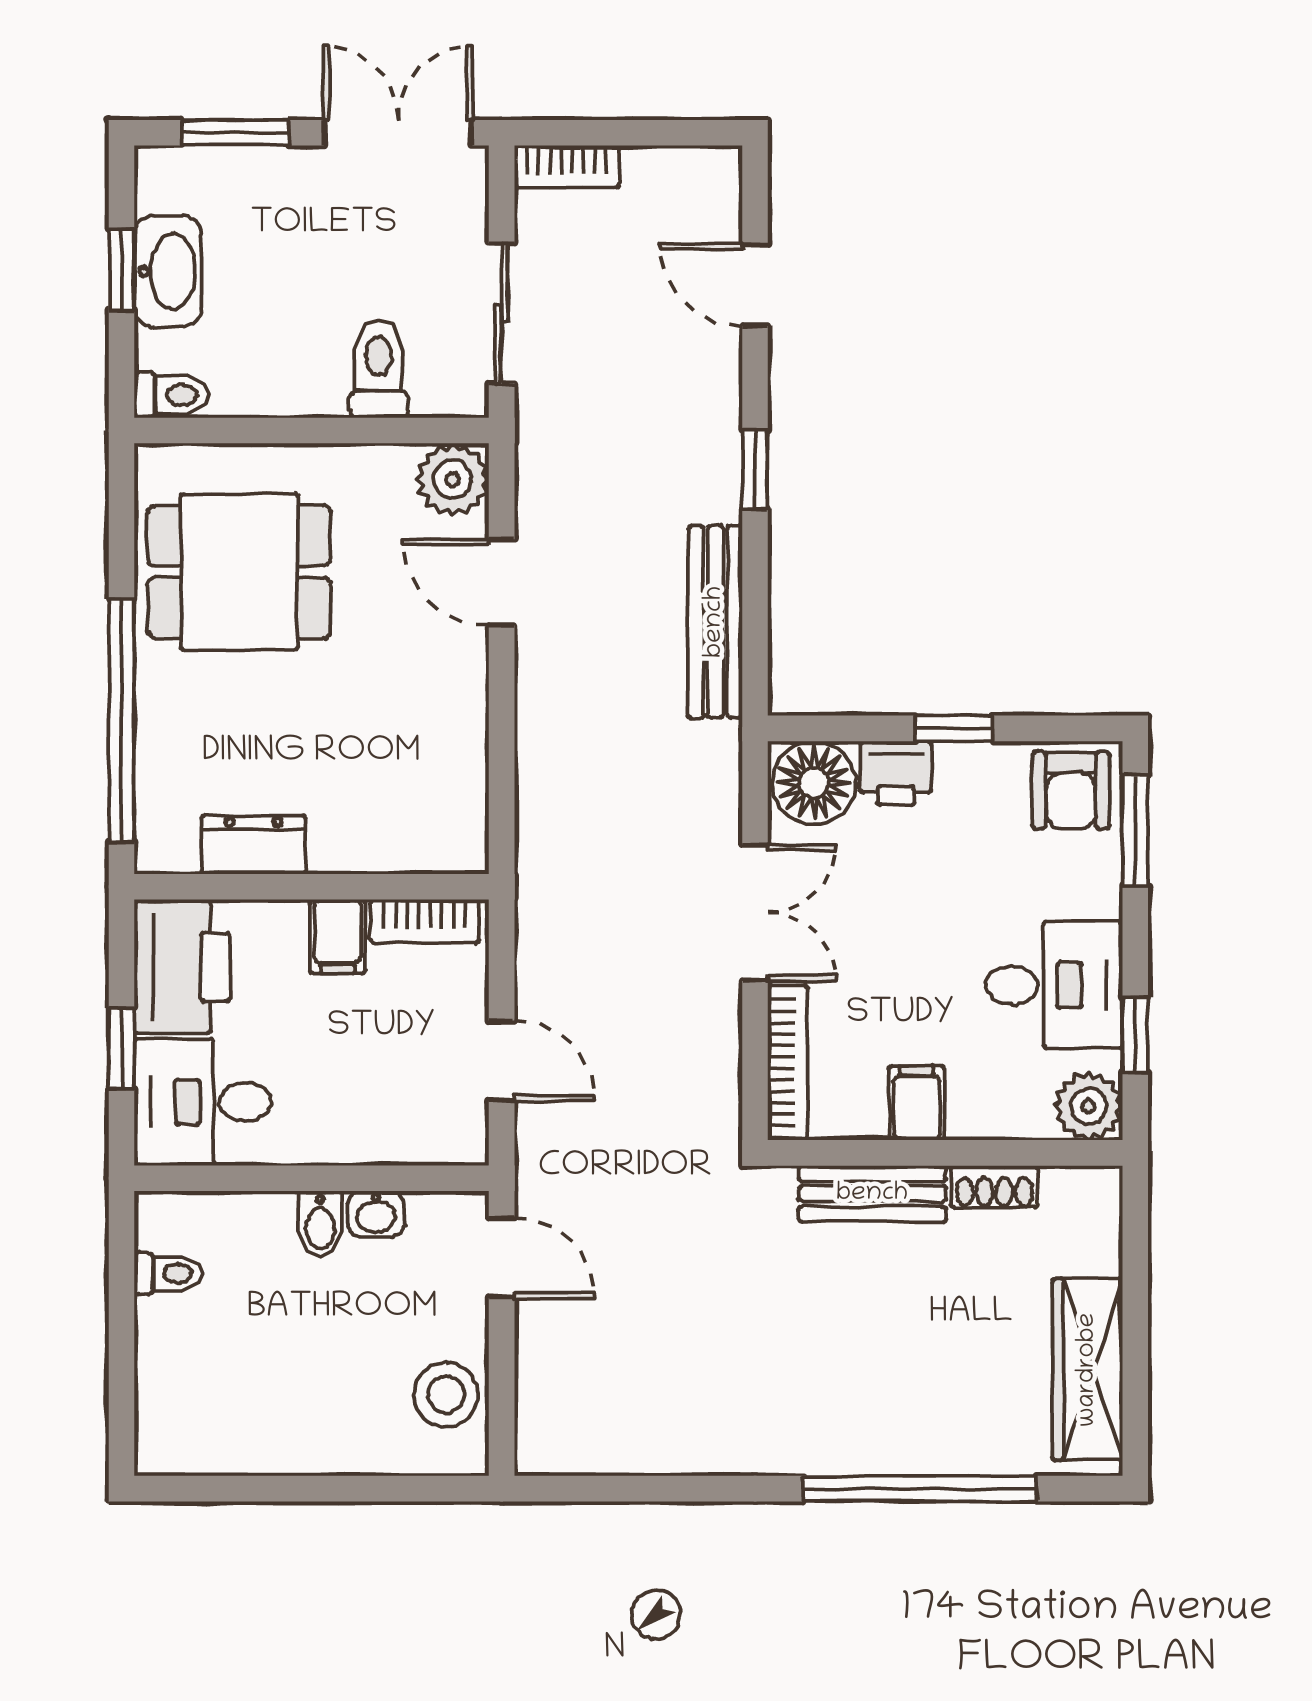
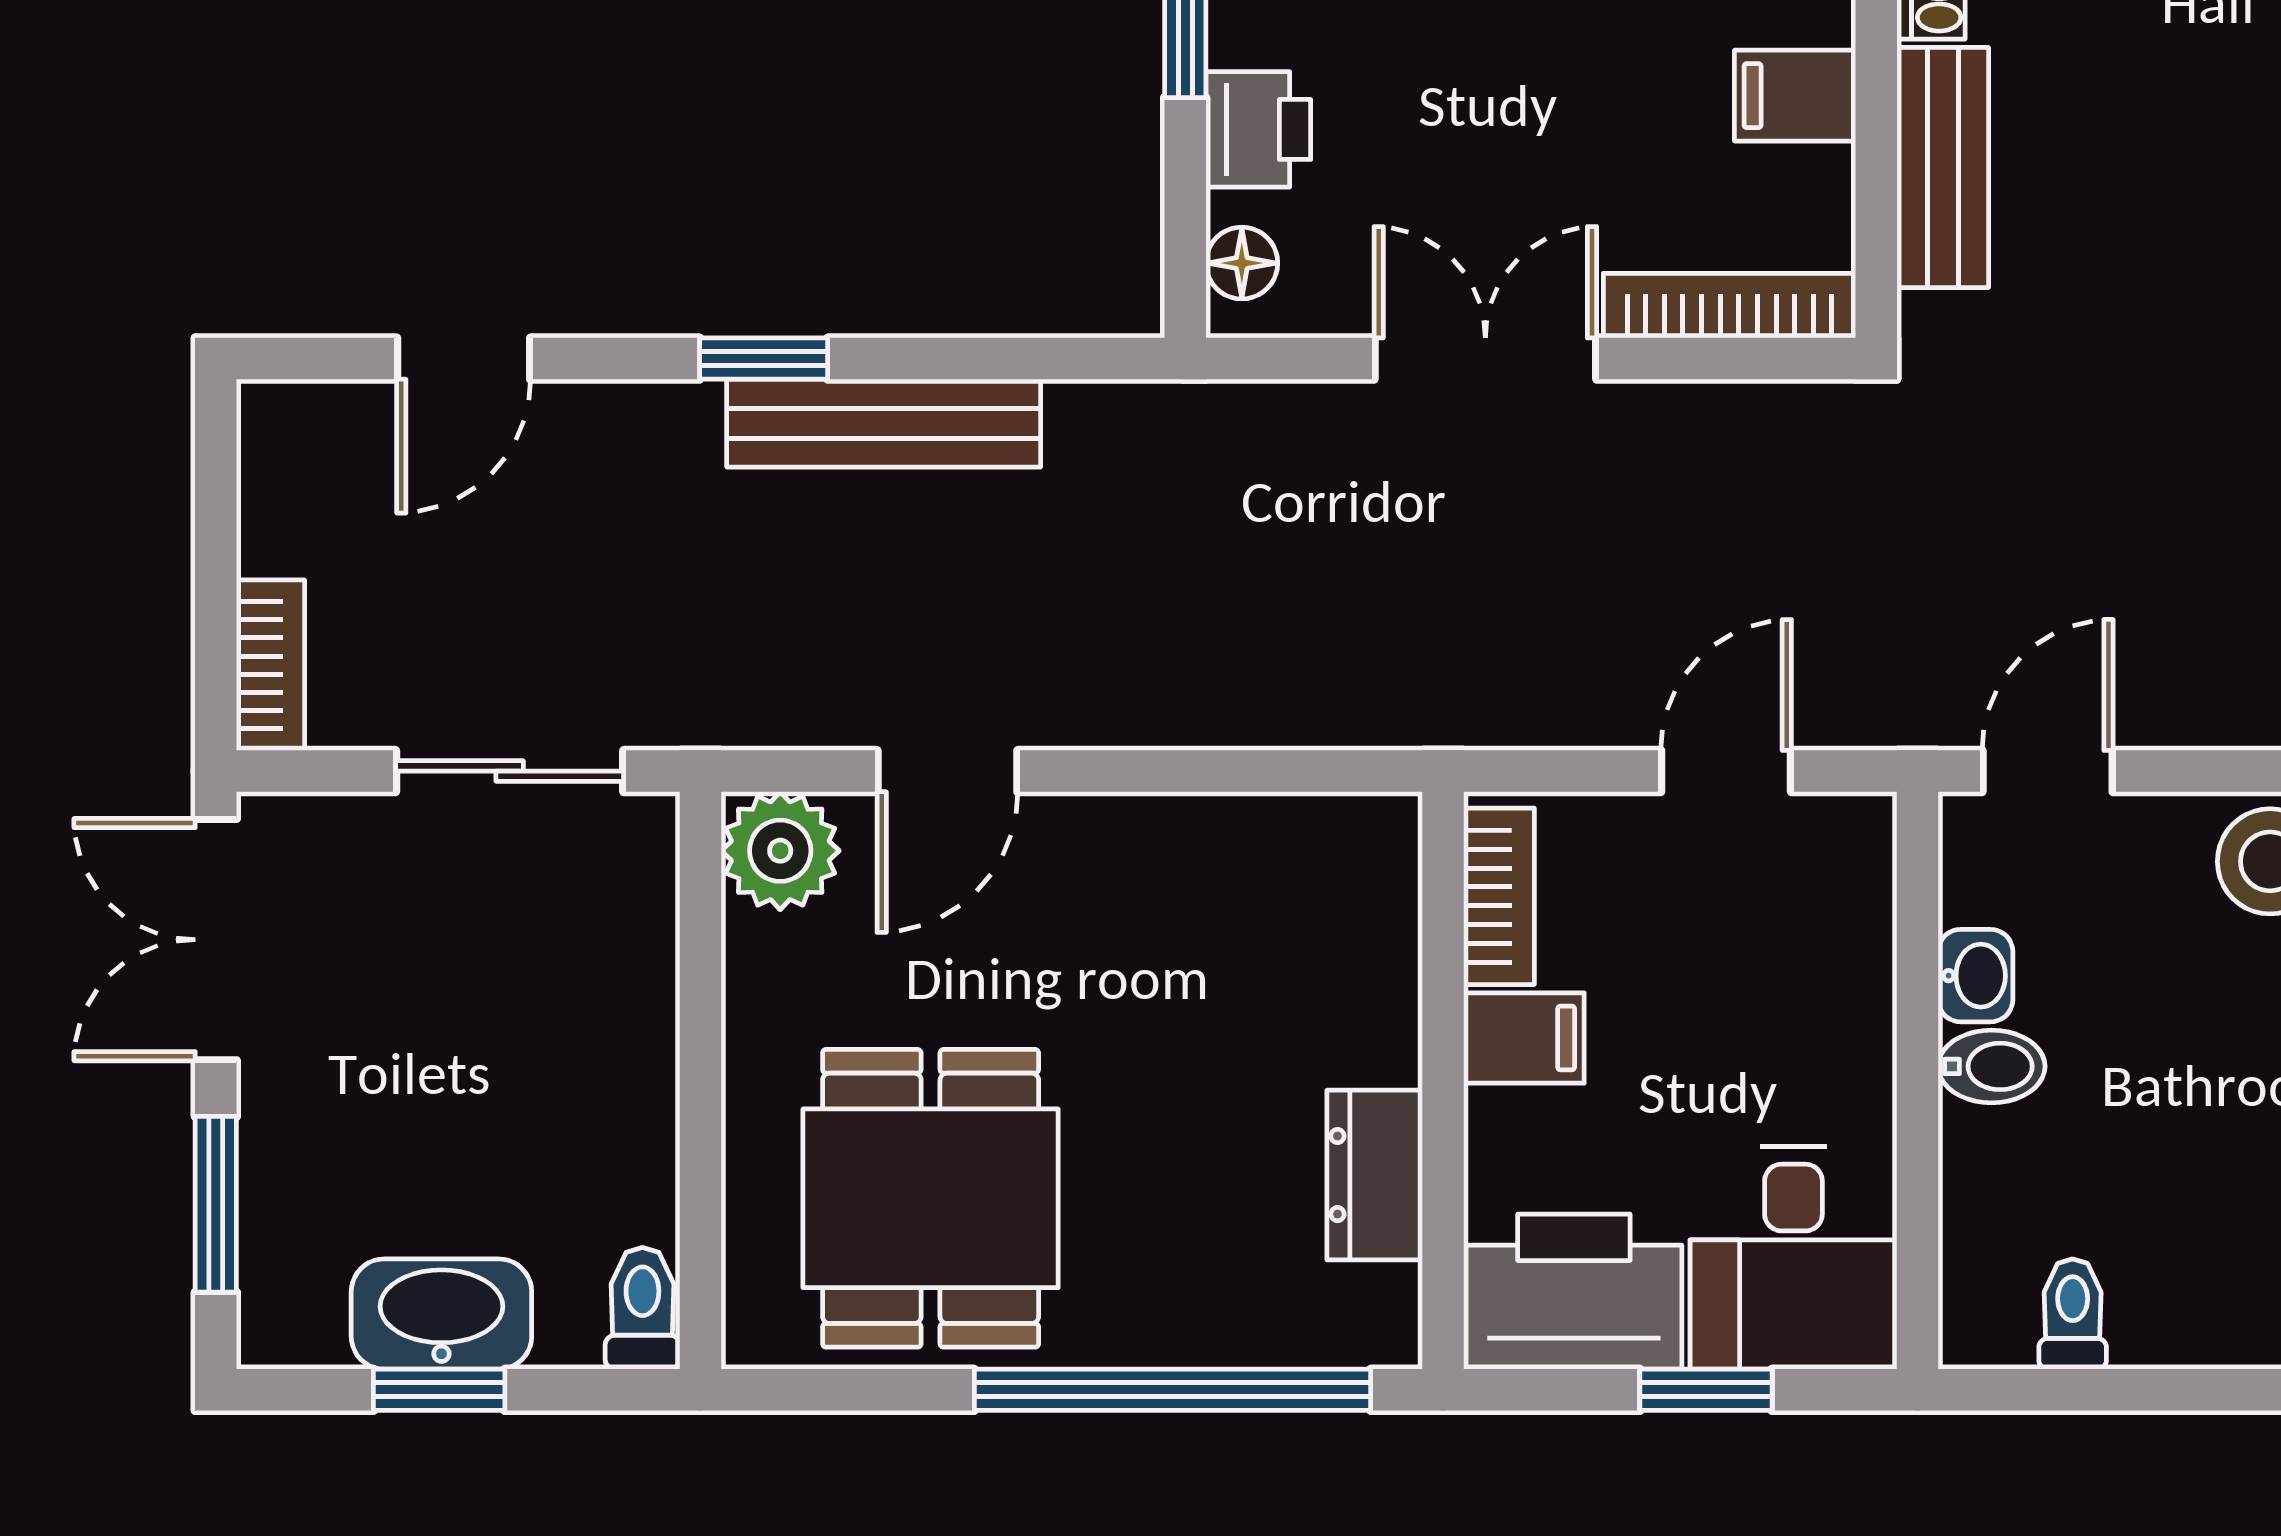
toilet: (379, 369) -> (601, 971), removed
bench: (715, 622) -> (884, 423), moved
floor lamp: (814, 783) -> (1242, 263), width x0.53, depth x0.53

